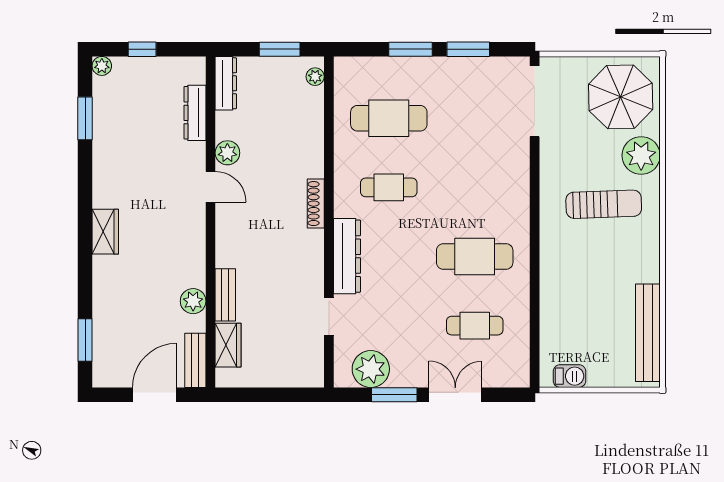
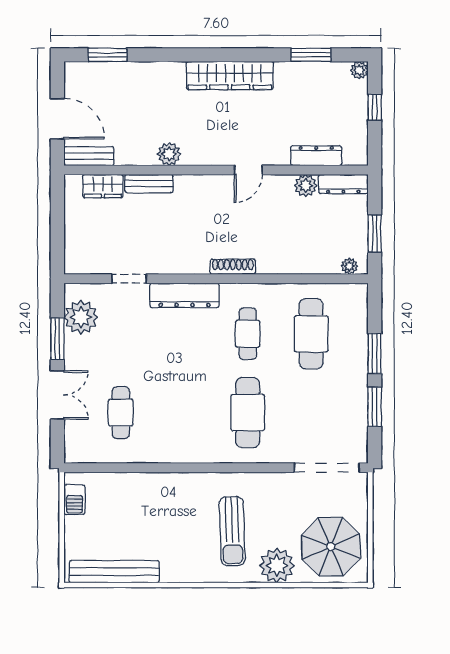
plant: (227, 153) -> (306, 186), moved
wardrobe: (105, 232) -> (230, 75), width x2.10, depth x1.17
cafe table: (475, 256) -> (248, 413), moved
plant: (193, 301) -> (169, 154), moved

